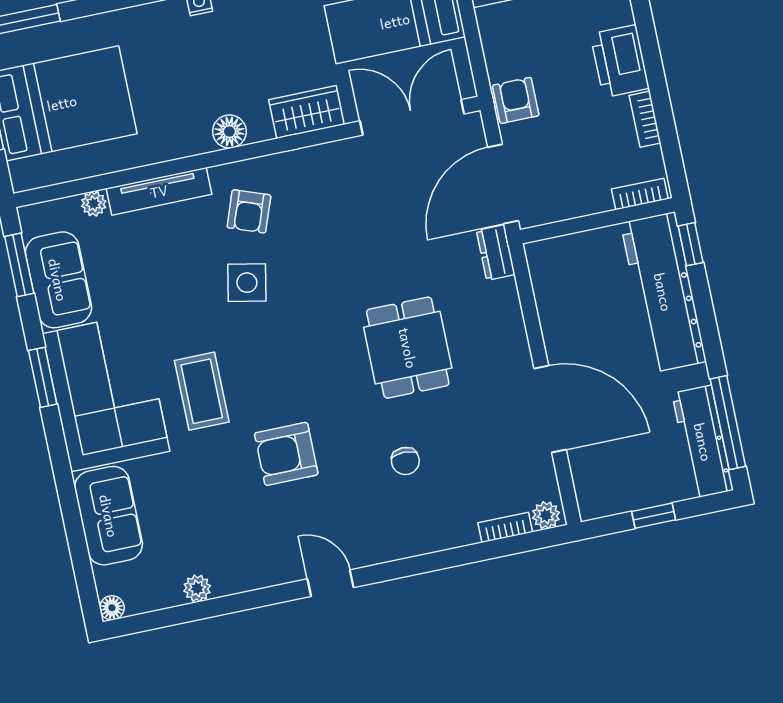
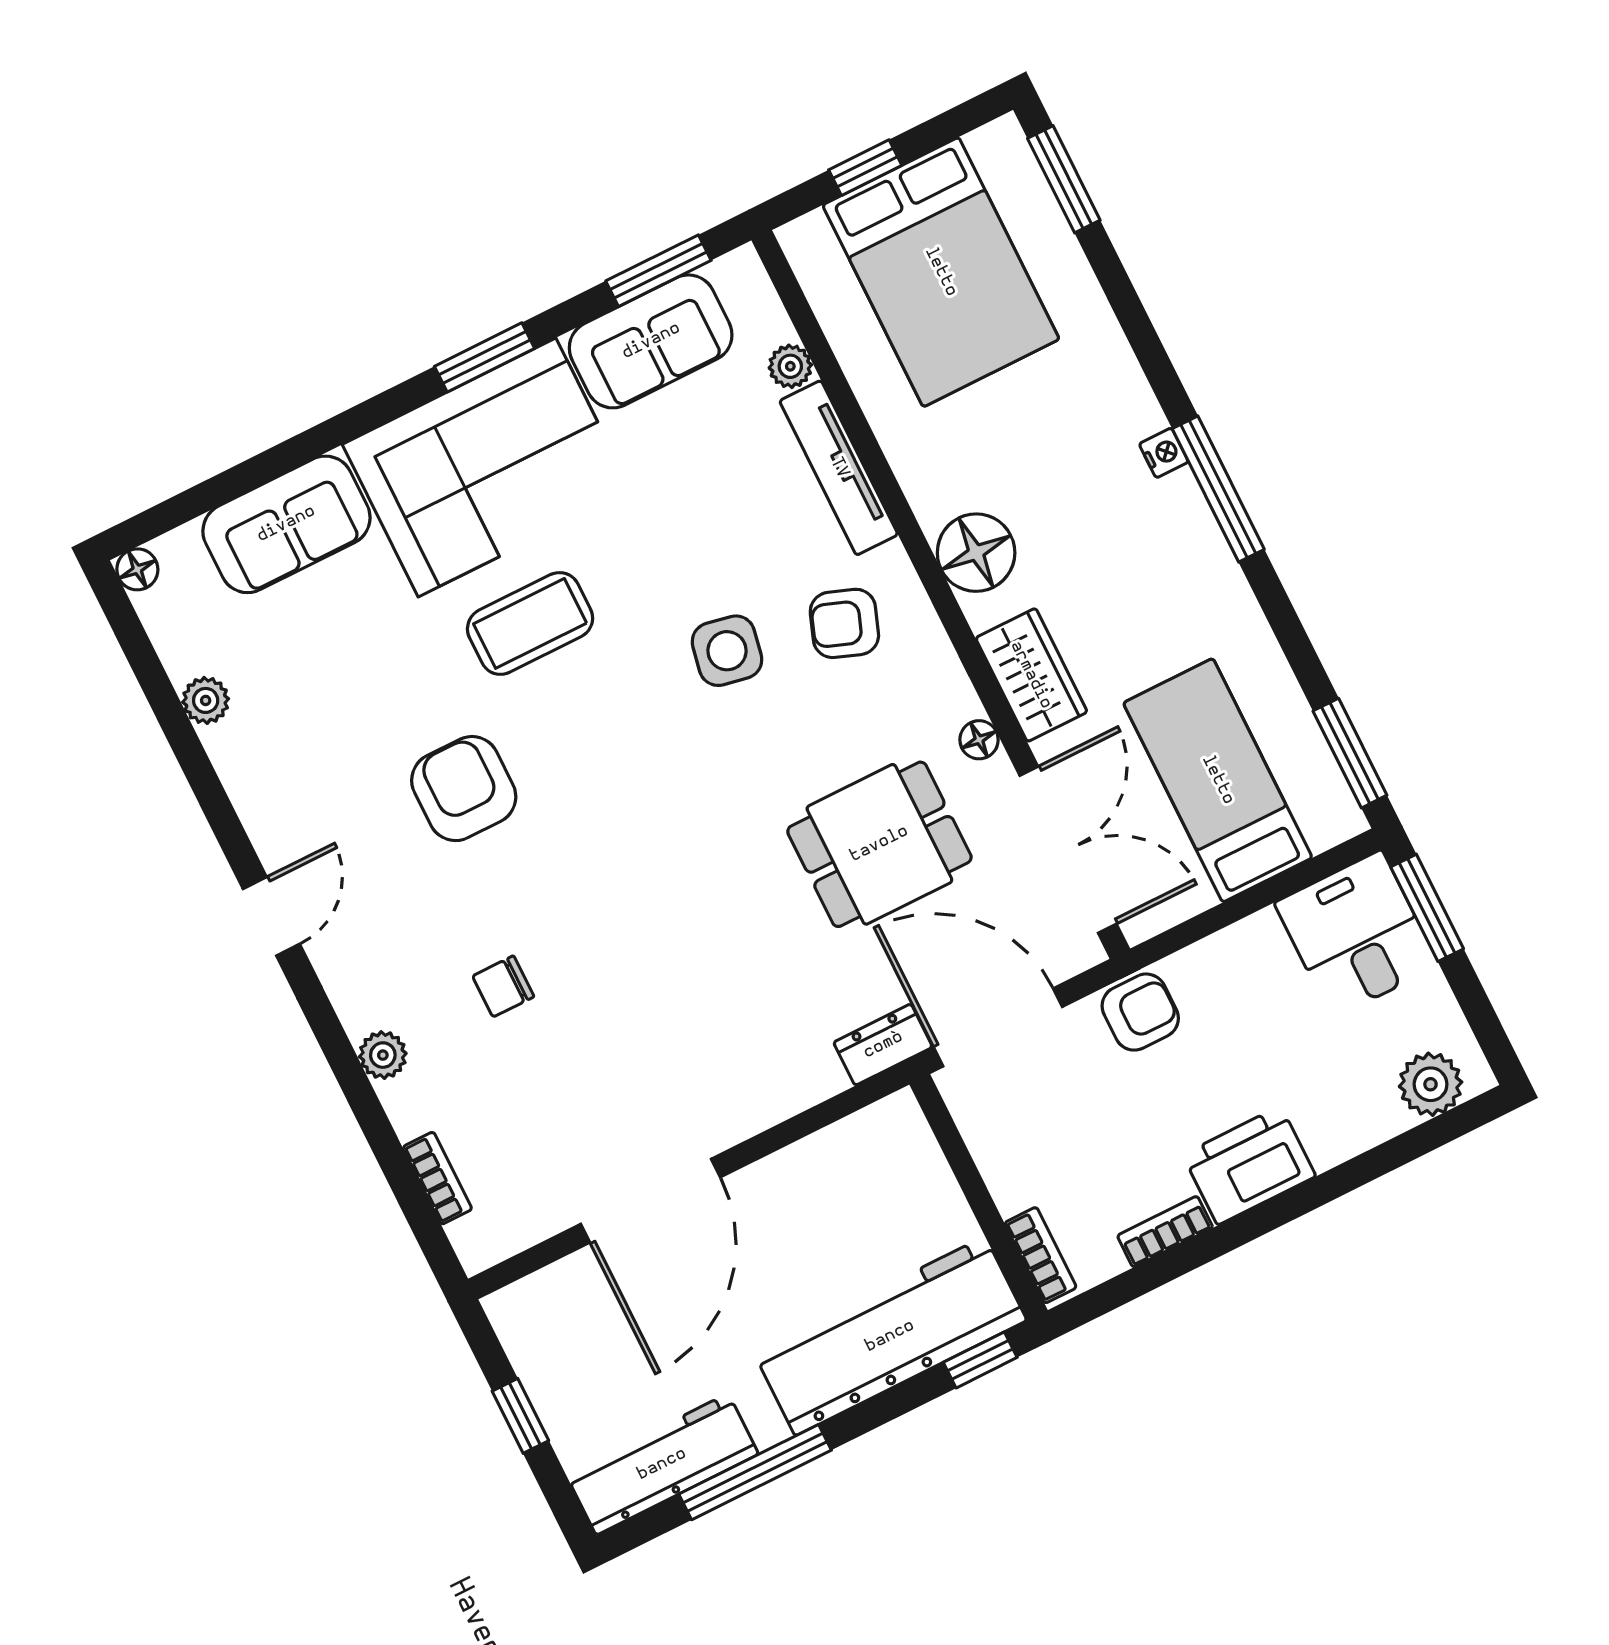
floor lamp: (229, 132) -> (976, 553), width x1.38, depth x1.38
floor lamp: (336, 152) -> (979, 740), added
dining table: (408, 348) -> (879, 844), moved
window: (728, 423) -> (755, 1472), moved
plant: (546, 515) -> (383, 1055), moved

